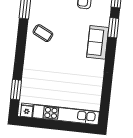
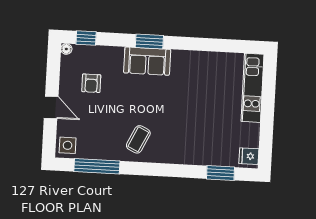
window: (113, 28) -> (149, 41), moved
kitchen unit: (66, 115) -> (252, 88), width x0.73

